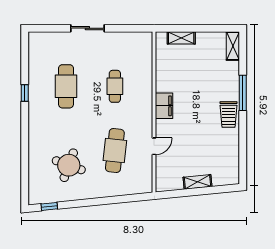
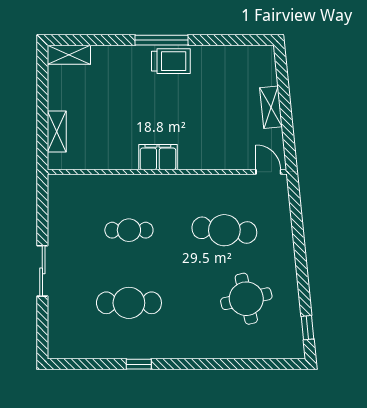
window: (243, 93) -> (162, 40), moved
door: (154, 146) -> (268, 172), moved
round table: (69, 165) -> (246, 299), turned -33

